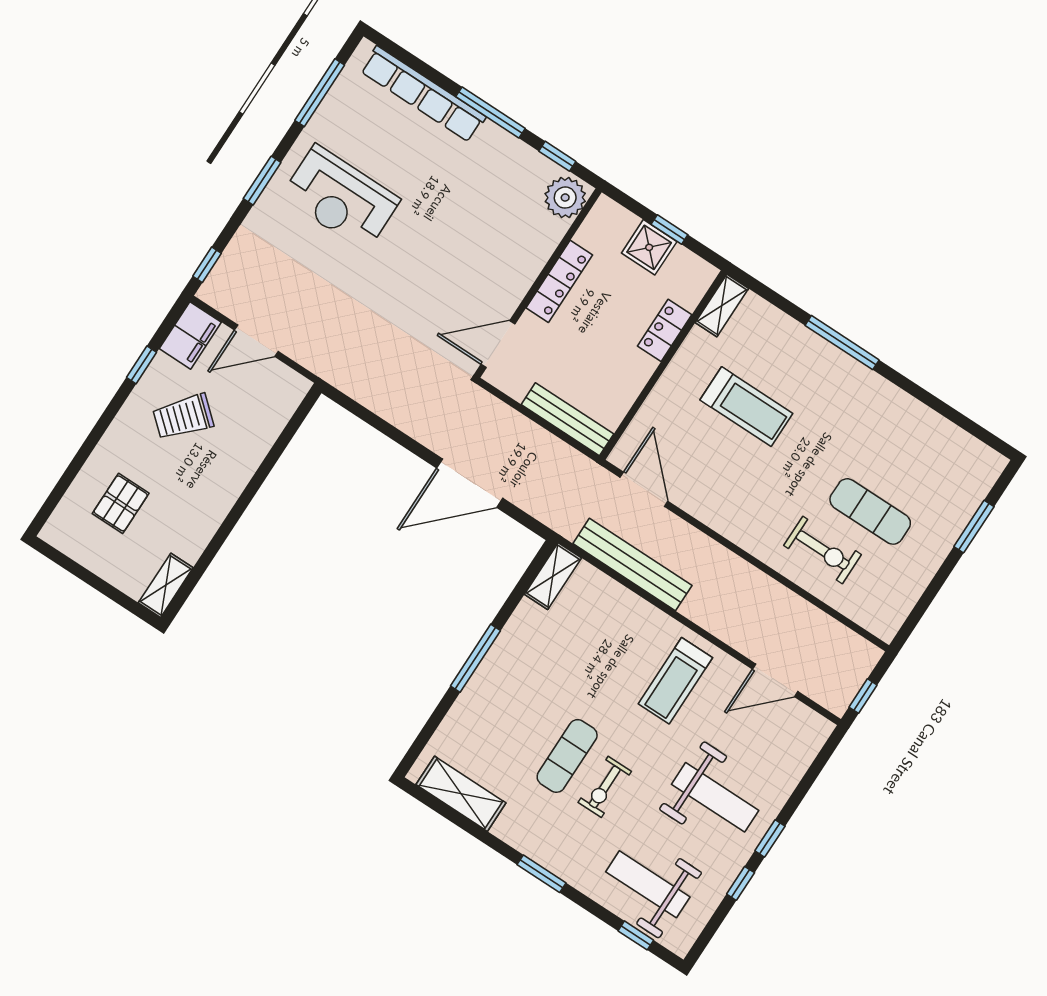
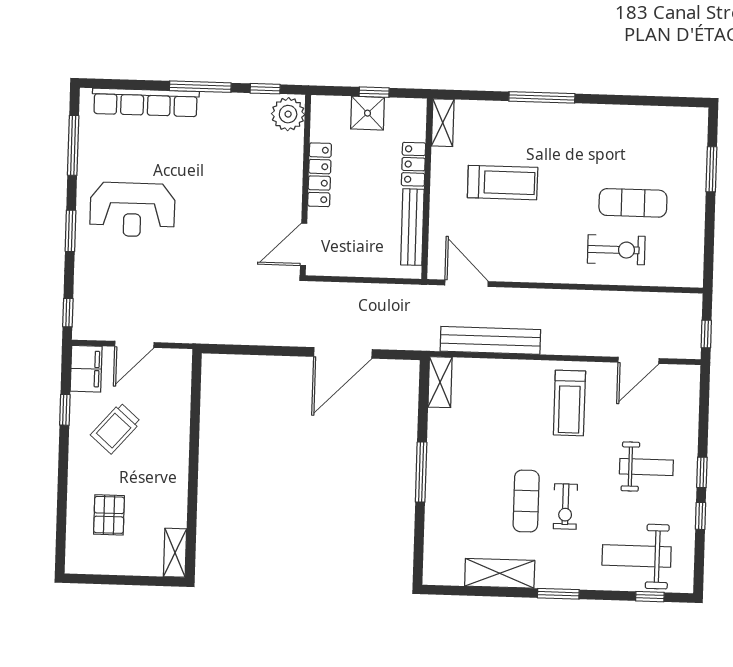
bench: (567, 419) -> (412, 227), moved, turned 90
shelving: (461, 794) -> (500, 573), moved
weight bench: (715, 797) -> (646, 467), width x0.73, depth x0.75

